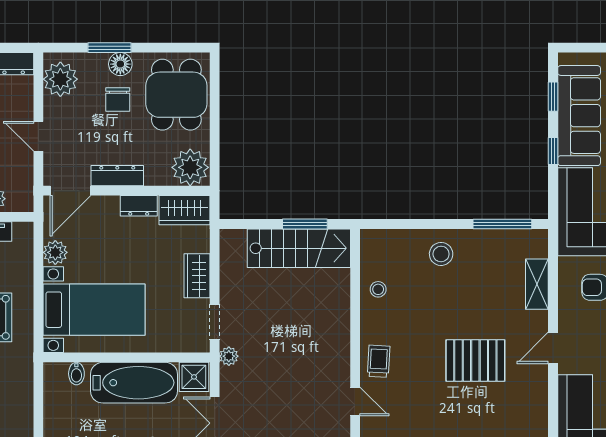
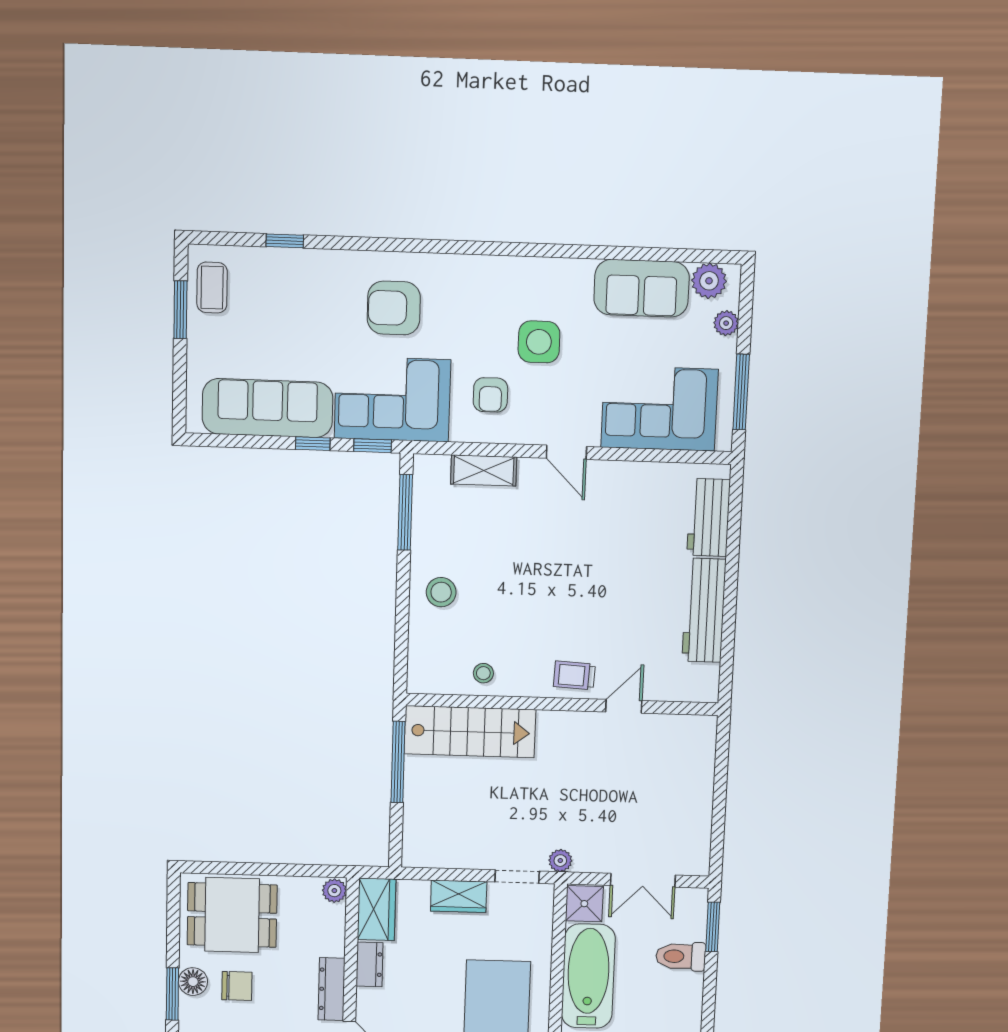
window: (553, 97) -> (373, 446), moved
plant: (190, 167) -> (334, 891), width x0.53, depth x0.53
window: (305, 224) -> (398, 762), width x1.44
stairs: (299, 248) -> (470, 732), moved, turned 90
pallet: (475, 360) -> (578, 553), removed

